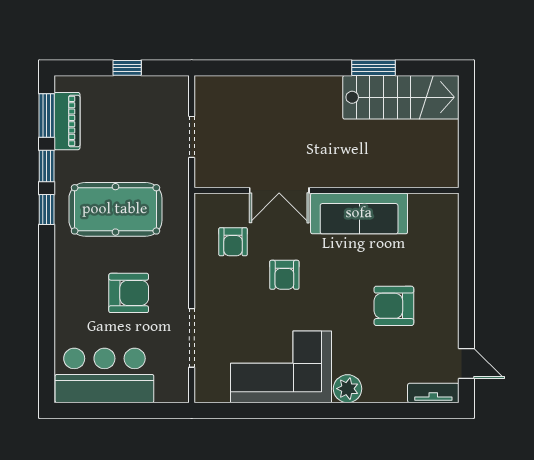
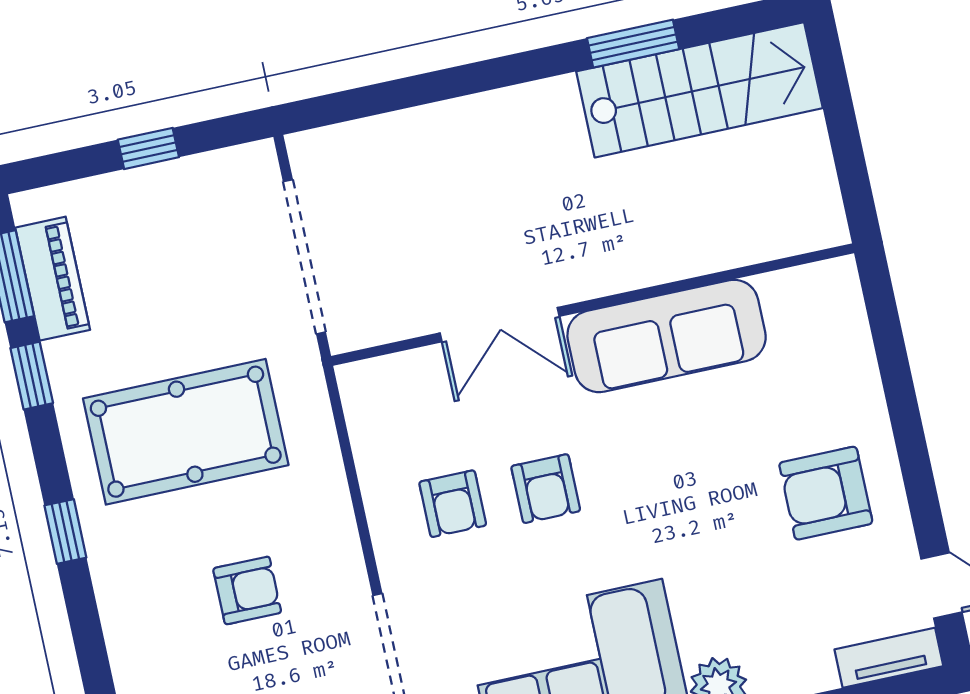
doorway: (192, 137) -> (304, 257), width x1.88
window: (47, 209) -> (65, 532), moved
armchair: (233, 242) -> (453, 504), moved
armchair: (129, 293) -> (247, 590), width x0.72, depth x0.72
armchair: (394, 306) -> (826, 493), moved

